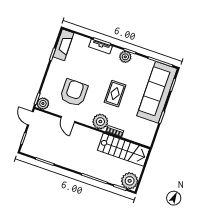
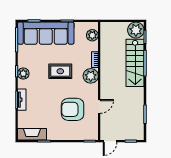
plant: (43, 103) -> (92, 35), moved
stairs: (123, 150) -> (135, 63), moved, turned 180

